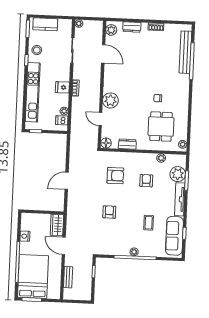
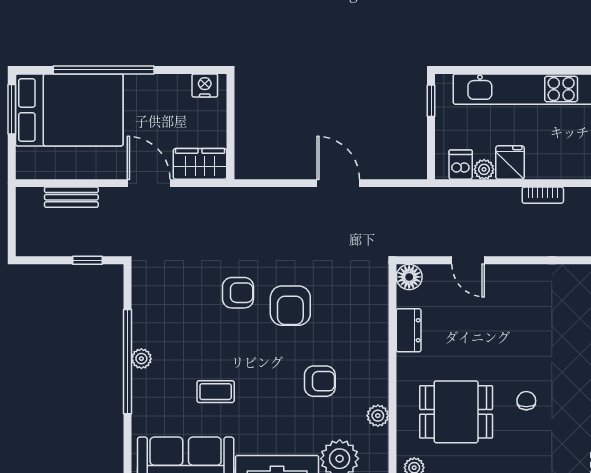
fridge: (62, 87) -> (510, 162), moved
plant: (110, 100) -> (515, 283), removed
door: (100, 119) -> (468, 260), swing flipped
armchair: (115, 176) -> (290, 306), moved
door: (67, 181) -> (338, 183), moved
nightstand: (25, 236) -> (205, 86), moved
door: (64, 246) -> (149, 183), hinge flipped

